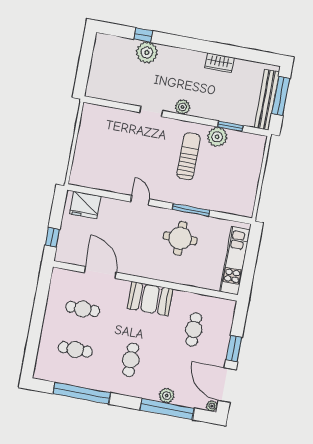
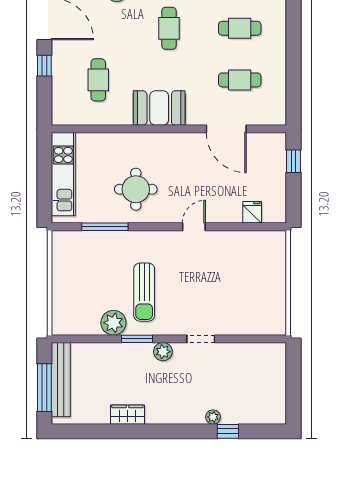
plant: (147, 53) -> (213, 417), width x0.53, depth x0.53
window: (230, 126) -> (137, 339), moved
door: (140, 200) -> (194, 227), swing flipped
fridge: (85, 205) -> (252, 212), width x0.53, depth x0.75
window: (191, 210) -> (105, 227), moved
window: (234, 349) -> (44, 66), width x0.67

